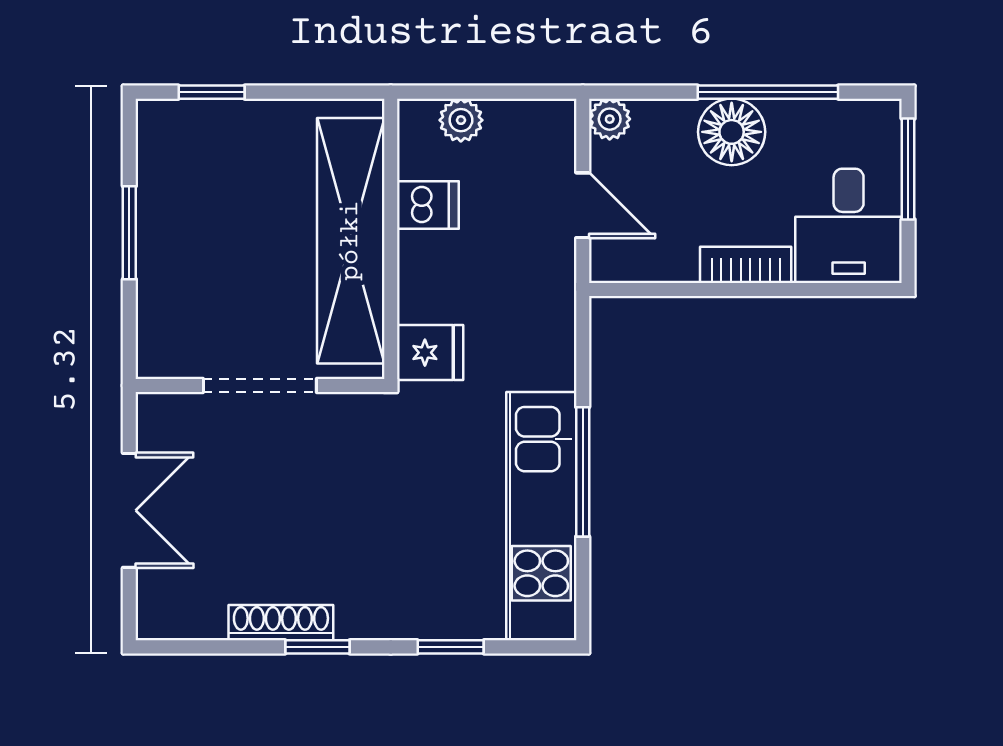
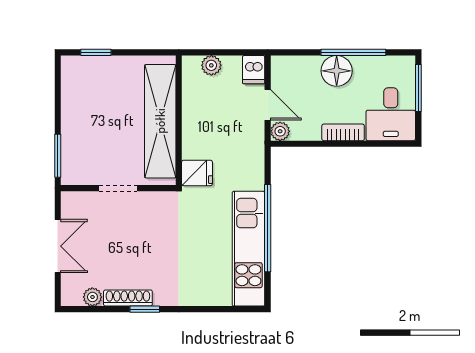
plant: (610, 119) -> (280, 131), moved
dishwasher: (428, 205) -> (254, 70), moved, turned 90
window: (129, 233) -> (58, 156), moved
doorway: (260, 385) -> (118, 188), width x0.73
window: (583, 472) -> (268, 228), width x1.46
plant: (204, 620) -> (92, 297), added
window: (451, 647) -> (207, 309), removed

